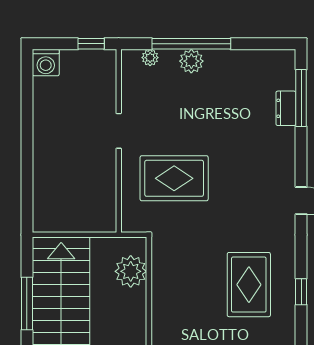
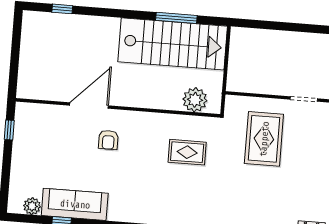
rug: (249, 285) -> (187, 152), moved, width x0.73, depth x0.70

